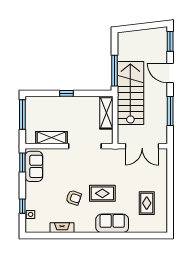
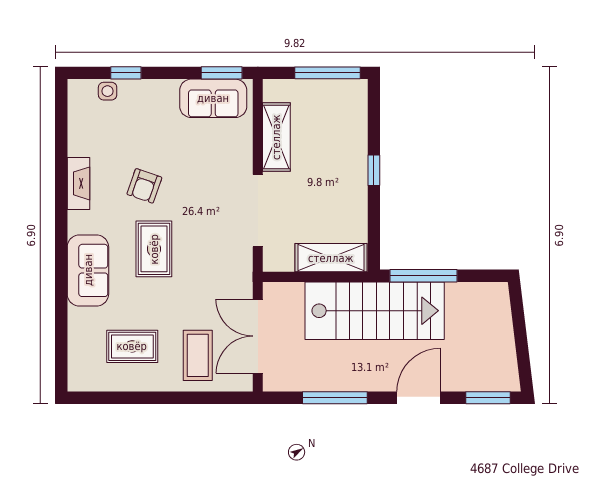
coffee table: (151, 173) -> (198, 355), added
fireplace: (62, 228) -> (78, 183), moved

